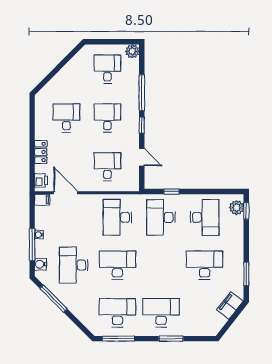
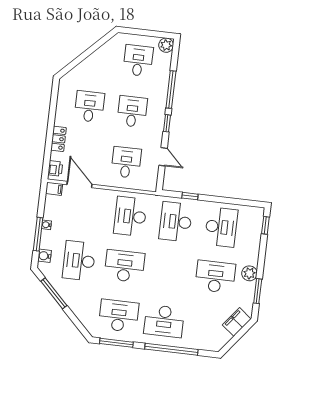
plant: (236, 208) -> (249, 273), moved
desk: (161, 313) -> (164, 321), turned 180
window: (171, 339) -> (171, 349), width x2.11

